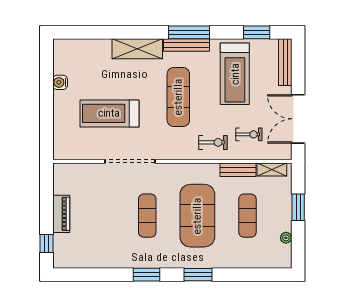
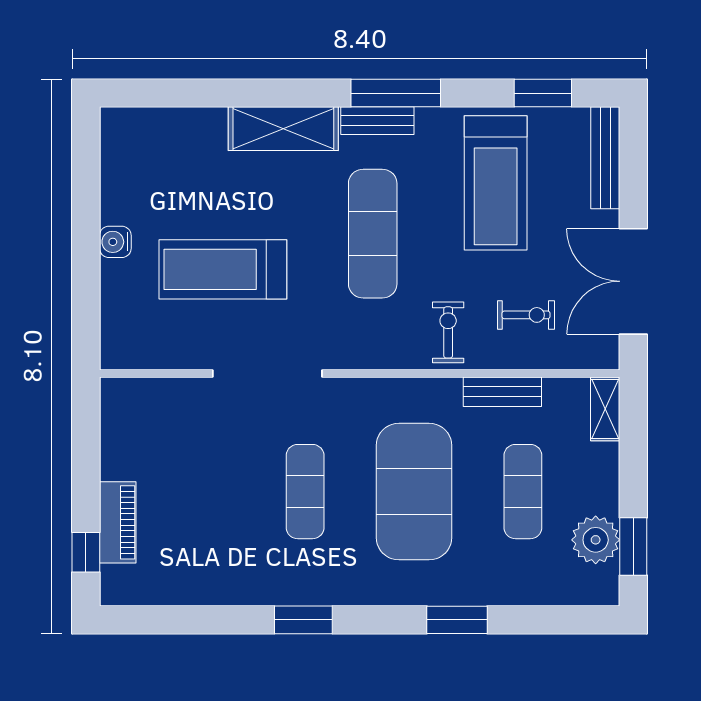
bench: (187, 45) -> (377, 121), width x0.73
water cooler: (60, 82) -> (115, 242), moved
exercise bike: (213, 142) -> (448, 332), turned -90
shelving: (272, 170) -> (605, 409), moved, turned 90
window: (298, 207) -> (633, 546), moved
piano: (61, 214) -> (118, 522), moved
plant: (286, 238) -> (596, 540), width x1.87, depth x1.87
window: (198, 275) -> (457, 620), moved

